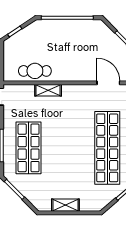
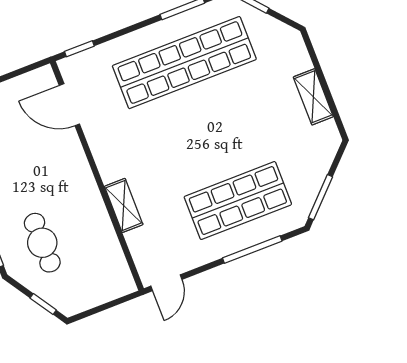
cafe table: (35, 71) -> (42, 243), moved
door: (108, 83) -> (69, 105), hinge flipped

